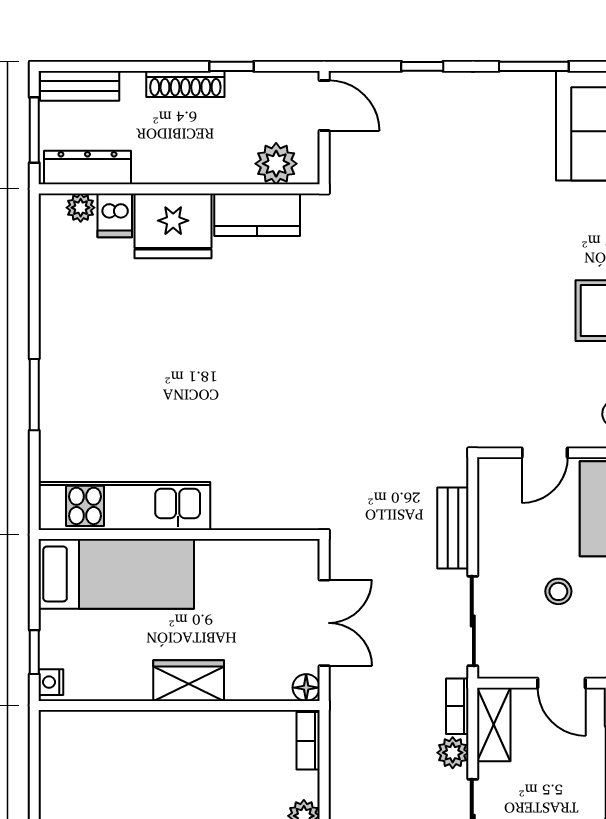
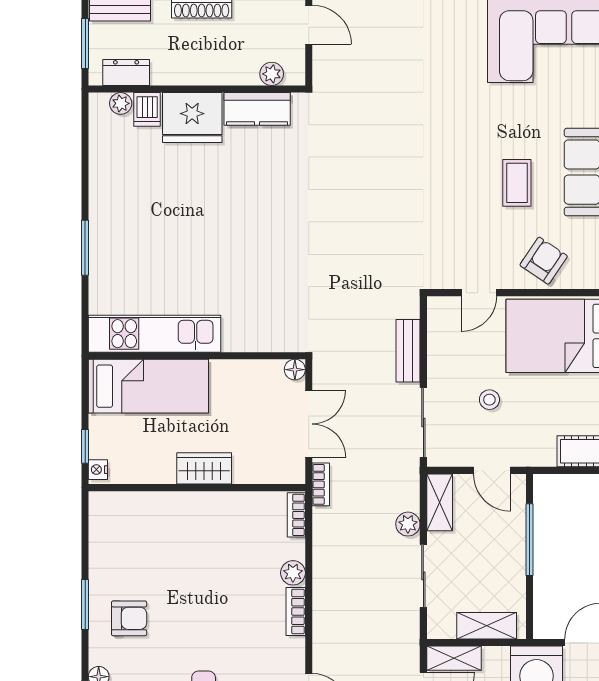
plant: (276, 164) -> (272, 74), width x0.73, depth x0.73
dresser: (87, 168) -> (126, 73), width x0.70
floor lamp: (306, 688) -> (295, 370), moved
bookcase: (457, 706) -> (321, 484), moved, turned 180

